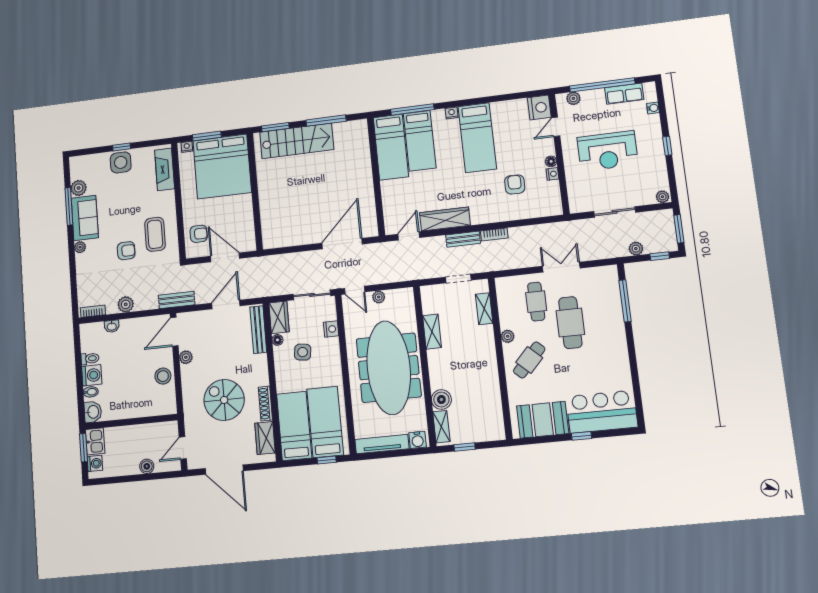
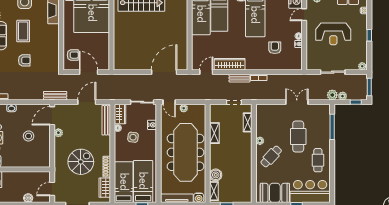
coffee table: (155, 234) -> (23, 31), moved
cafe table: (536, 302) -> (318, 160), moved
plant: (126, 304) -> (332, 95), moved
stool: (163, 376) -> (29, 136), moved
spiral stairs: (224, 400) -> (81, 162), turned 90

